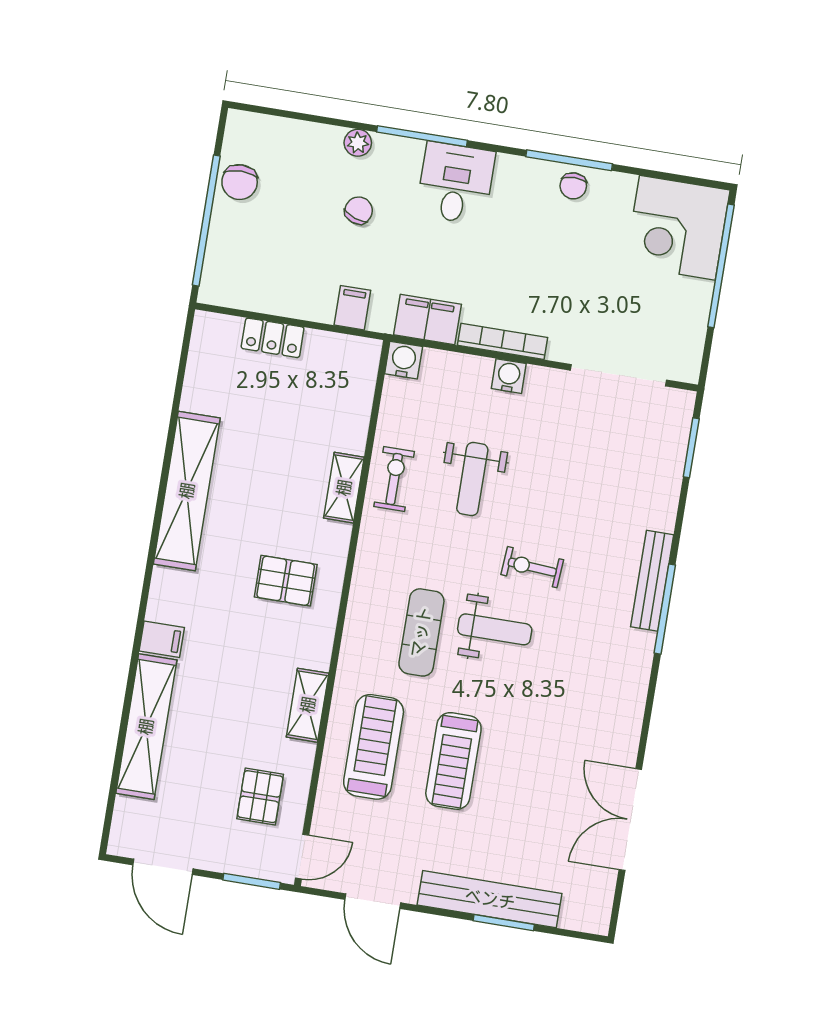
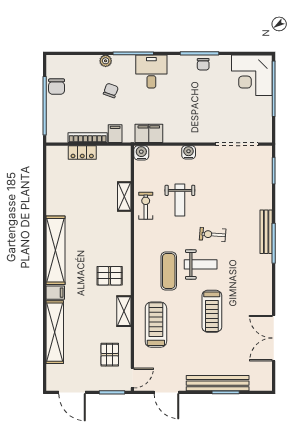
bookcase: (502, 341) -> (88, 138), moved
shelving: (344, 488) -> (124, 196), moved
shelving: (187, 491) -> (56, 250), moved
pallet: (286, 581) -> (110, 276), moved
treadmill: (453, 761) -> (212, 311), moved

